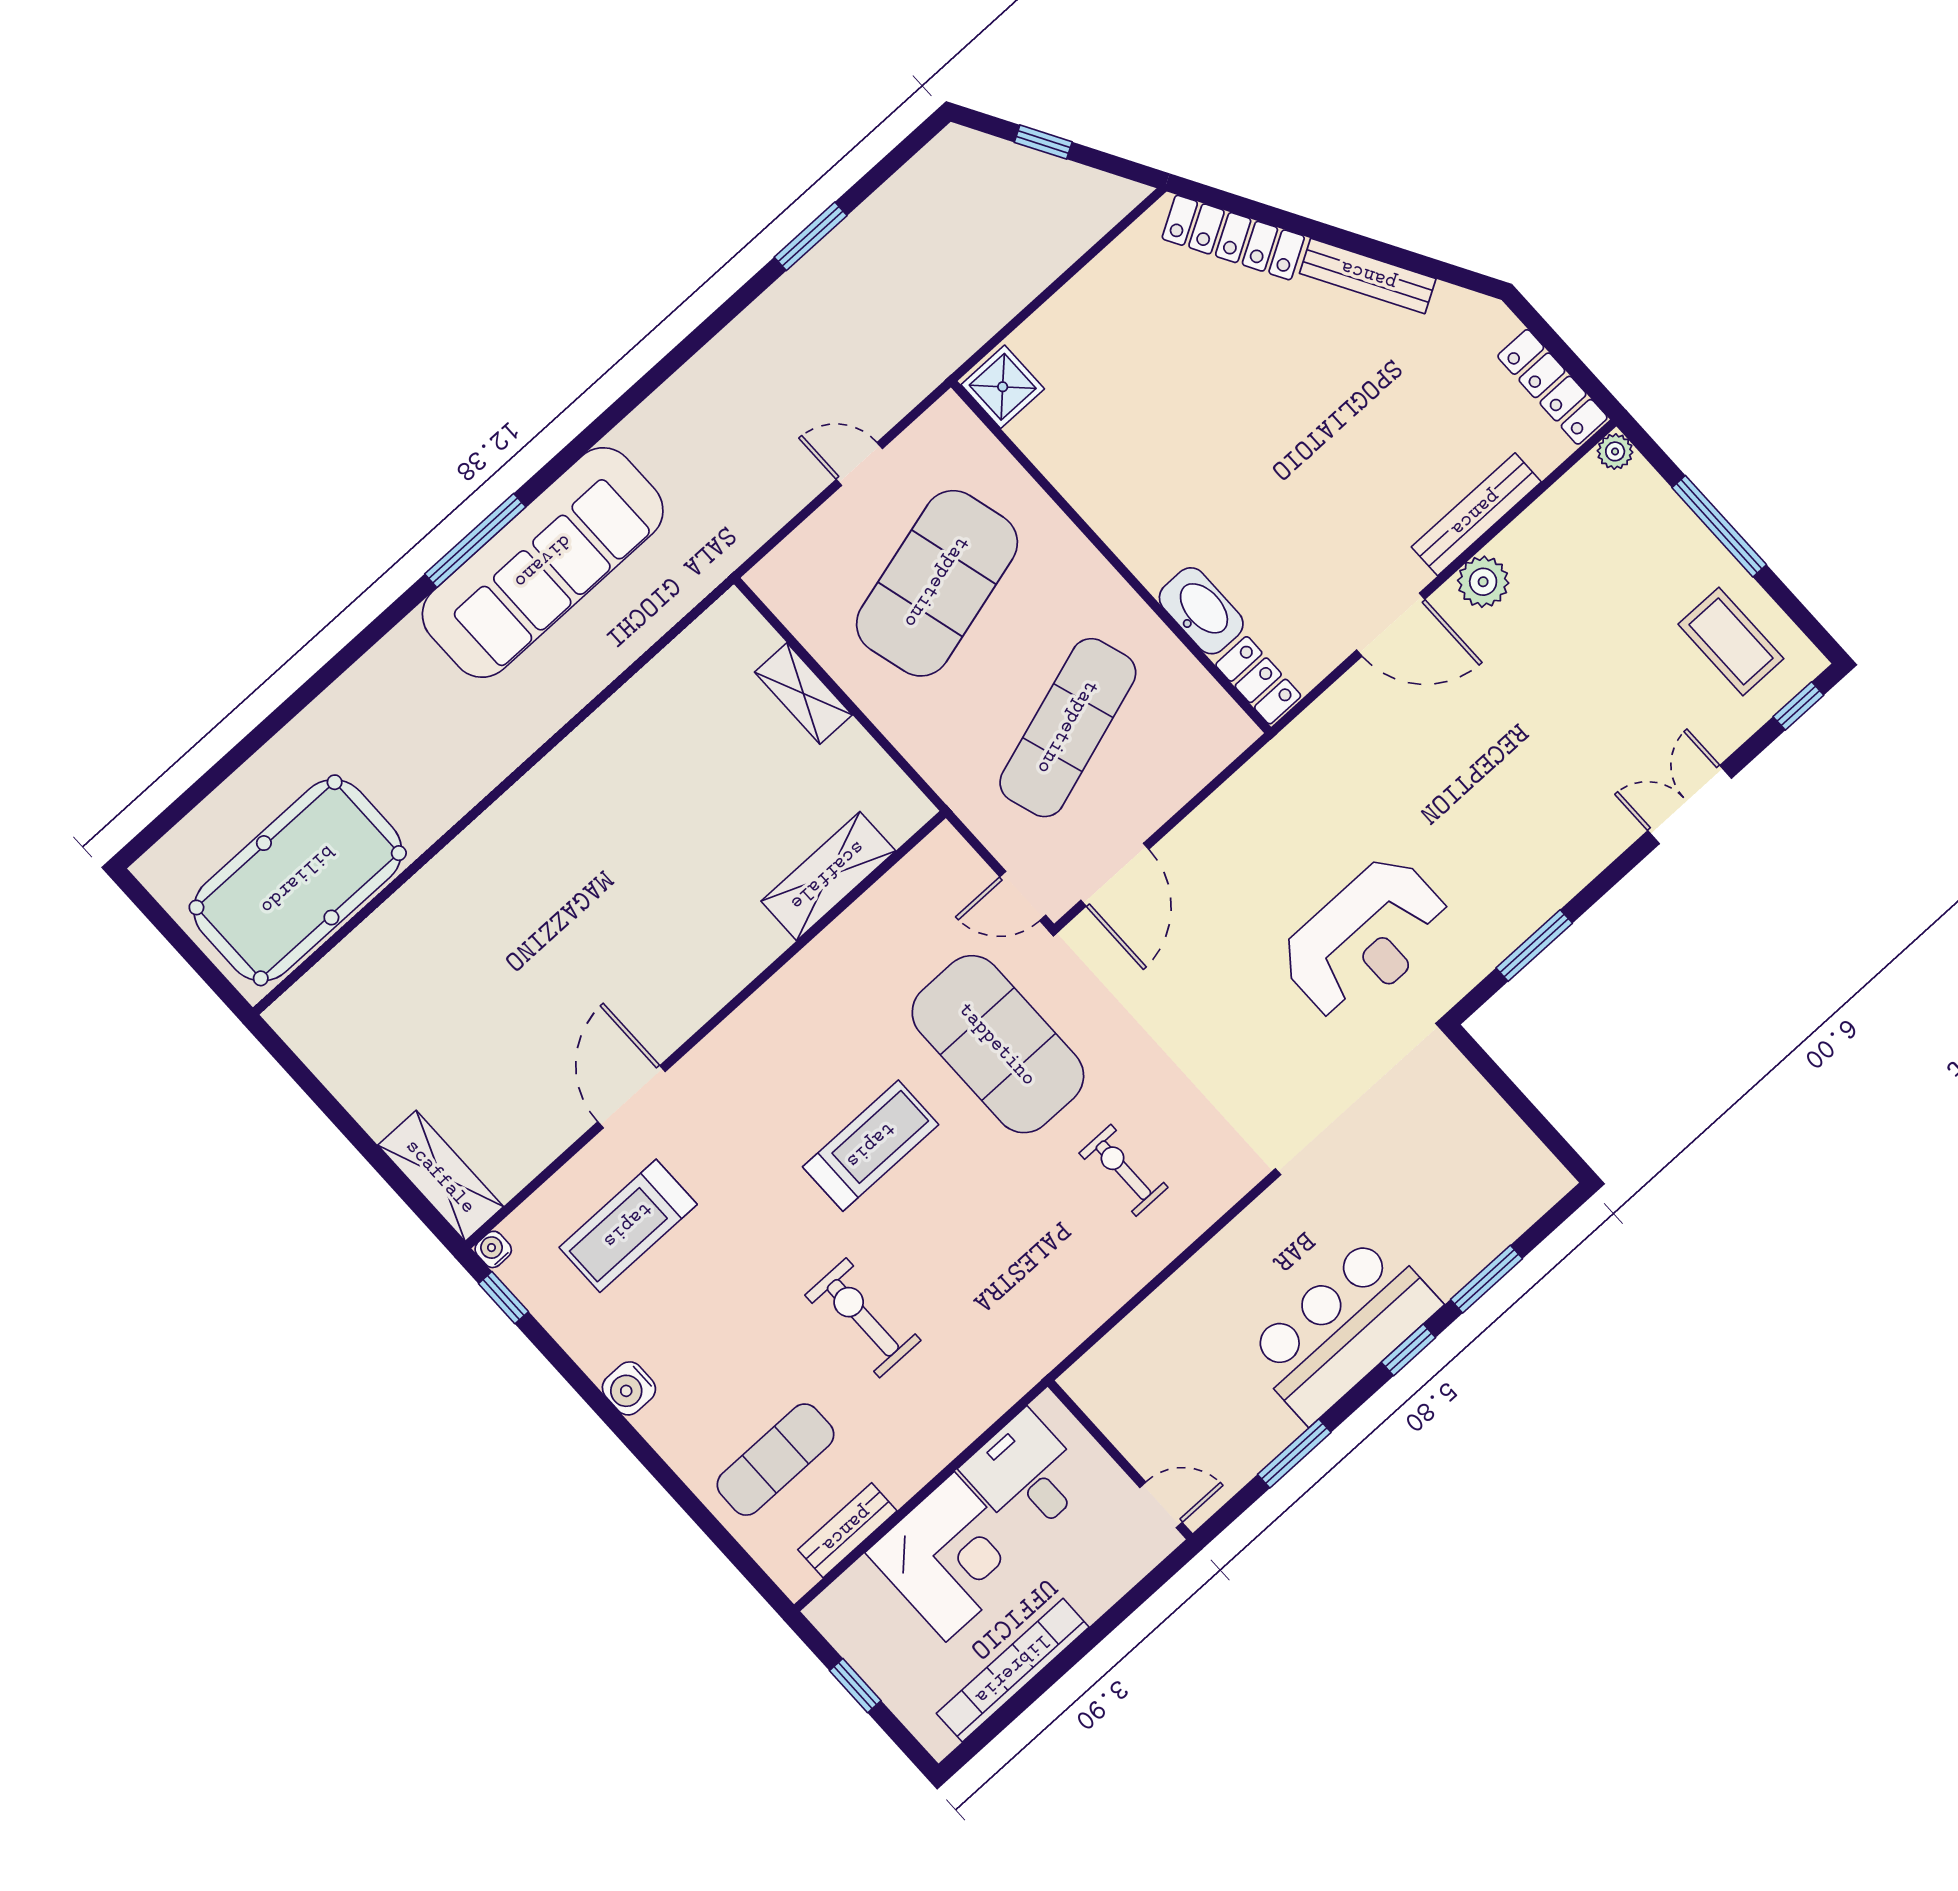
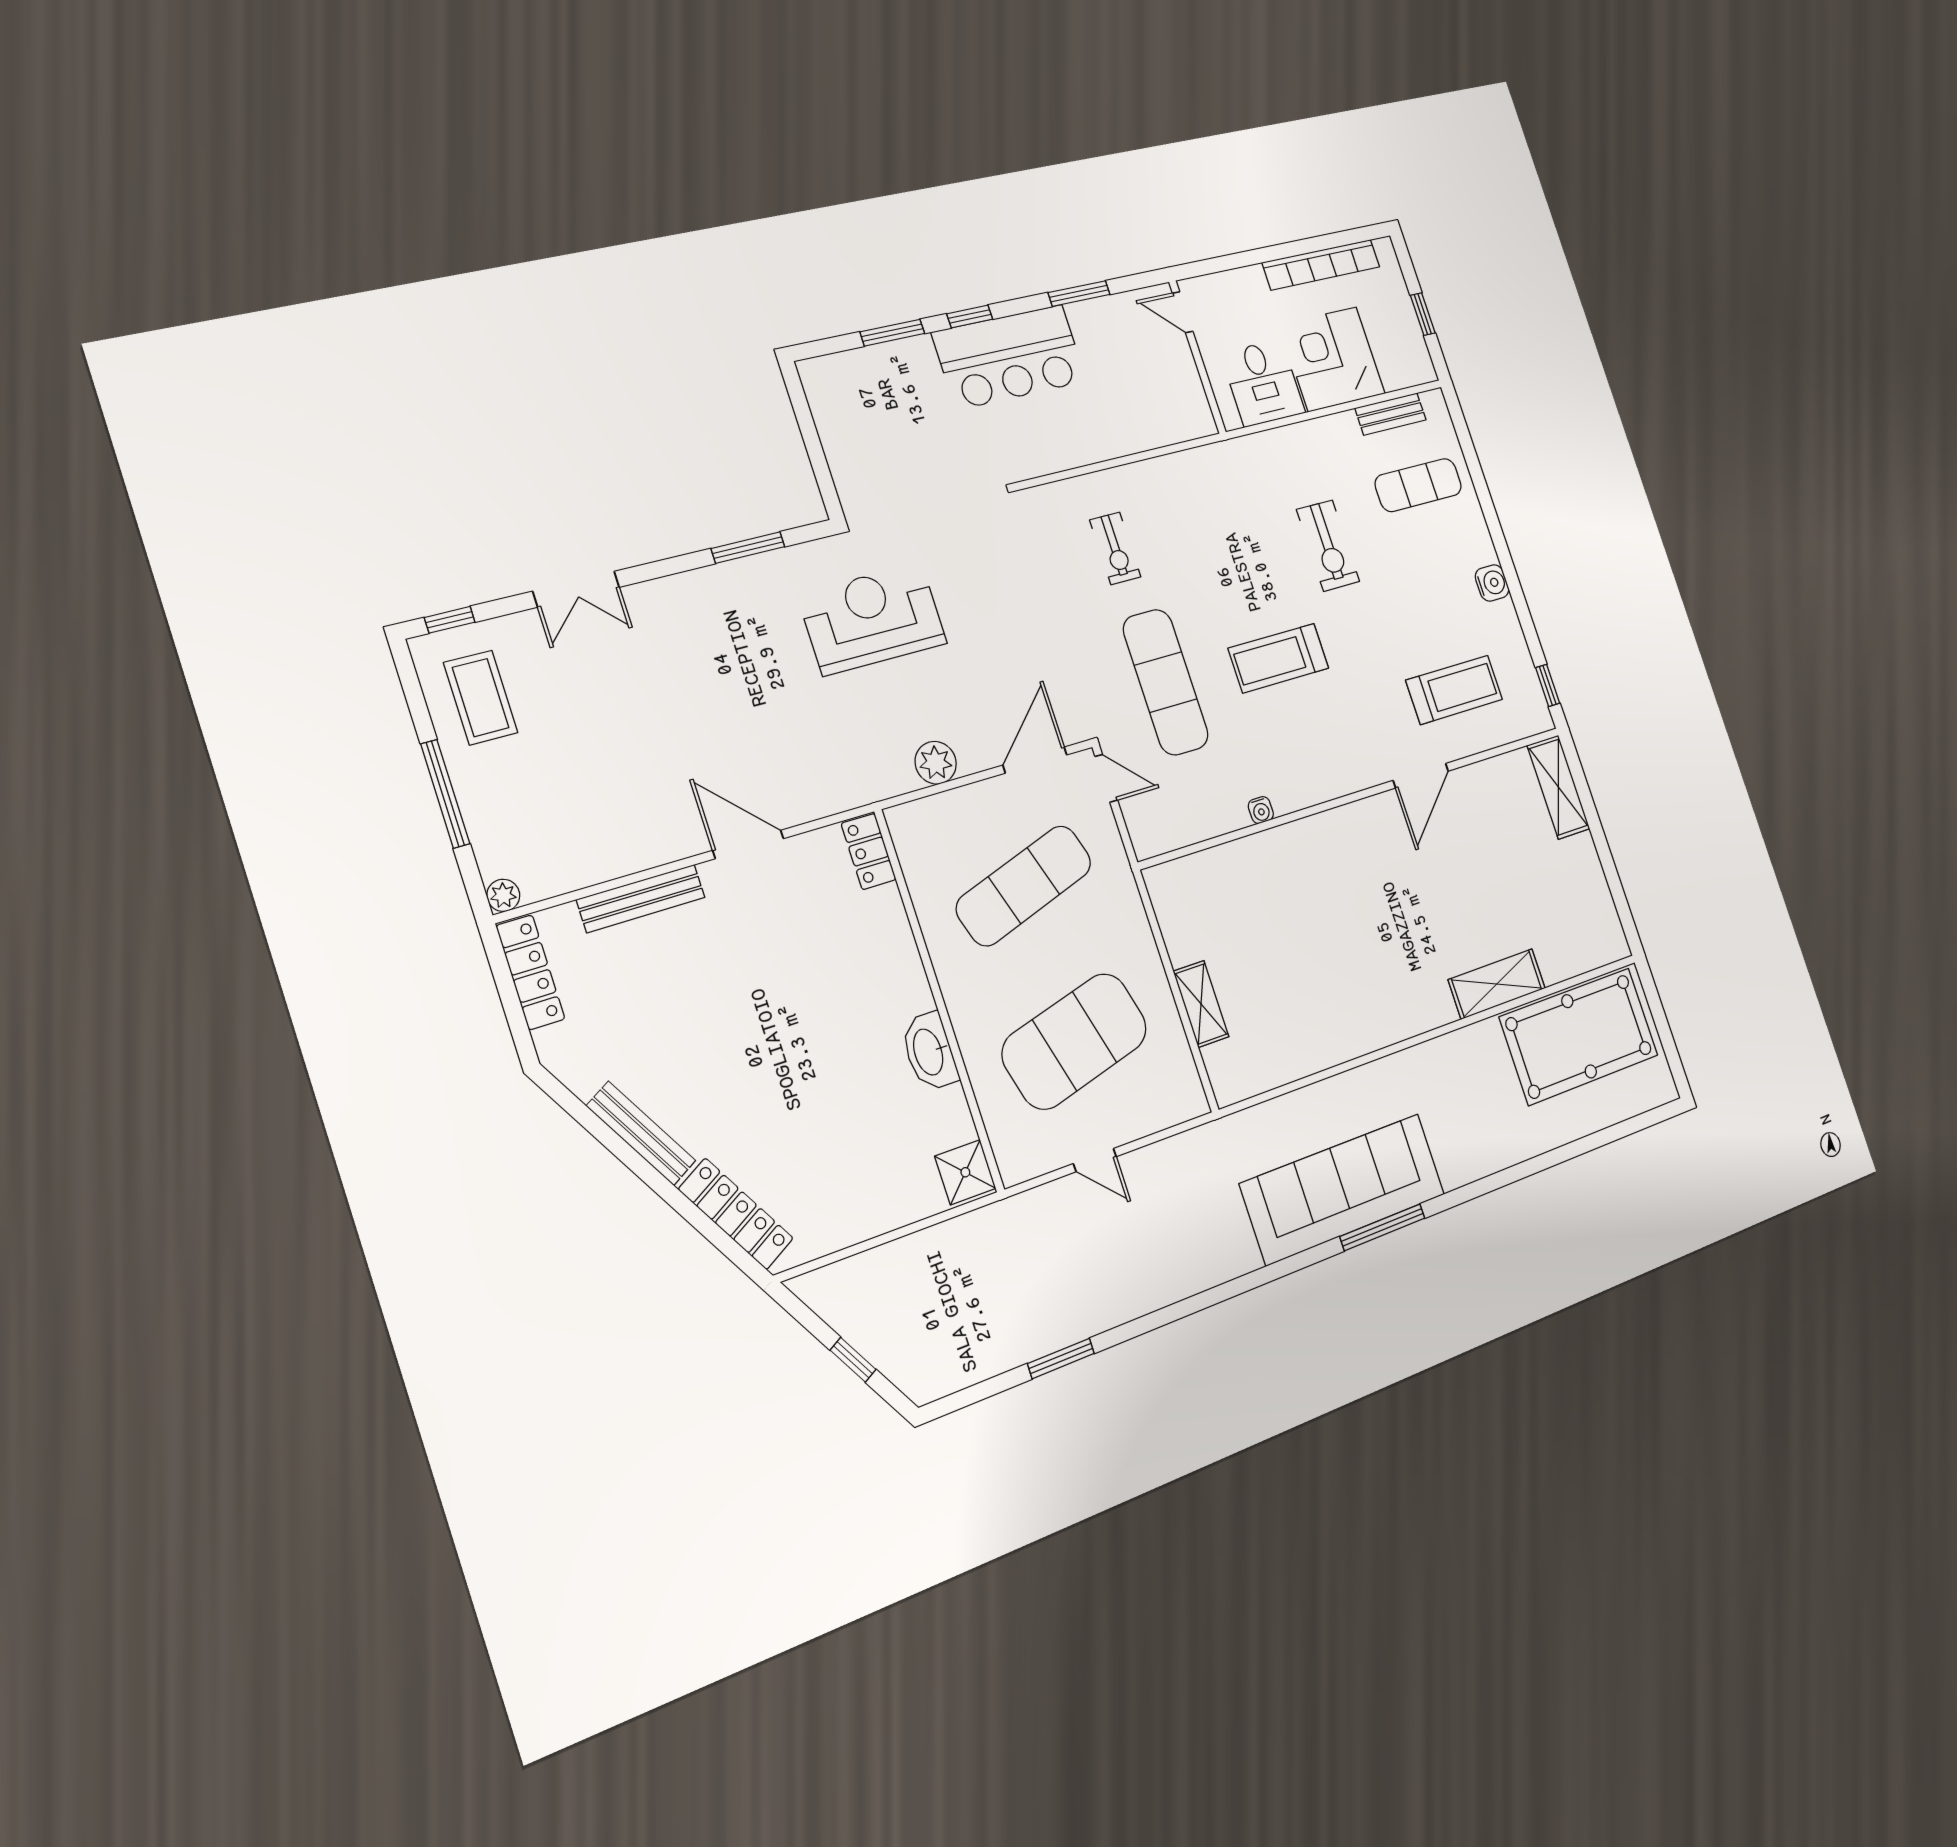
plant: (1483, 582) -> (936, 763), moved
washbasin: (1201, 611) -> (929, 1052), moved
shelving: (828, 876) -> (1497, 984), moved
exercise mat: (998, 1044) -> (1166, 682), width x0.68
water cooler: (493, 1249) -> (1261, 810), moved

